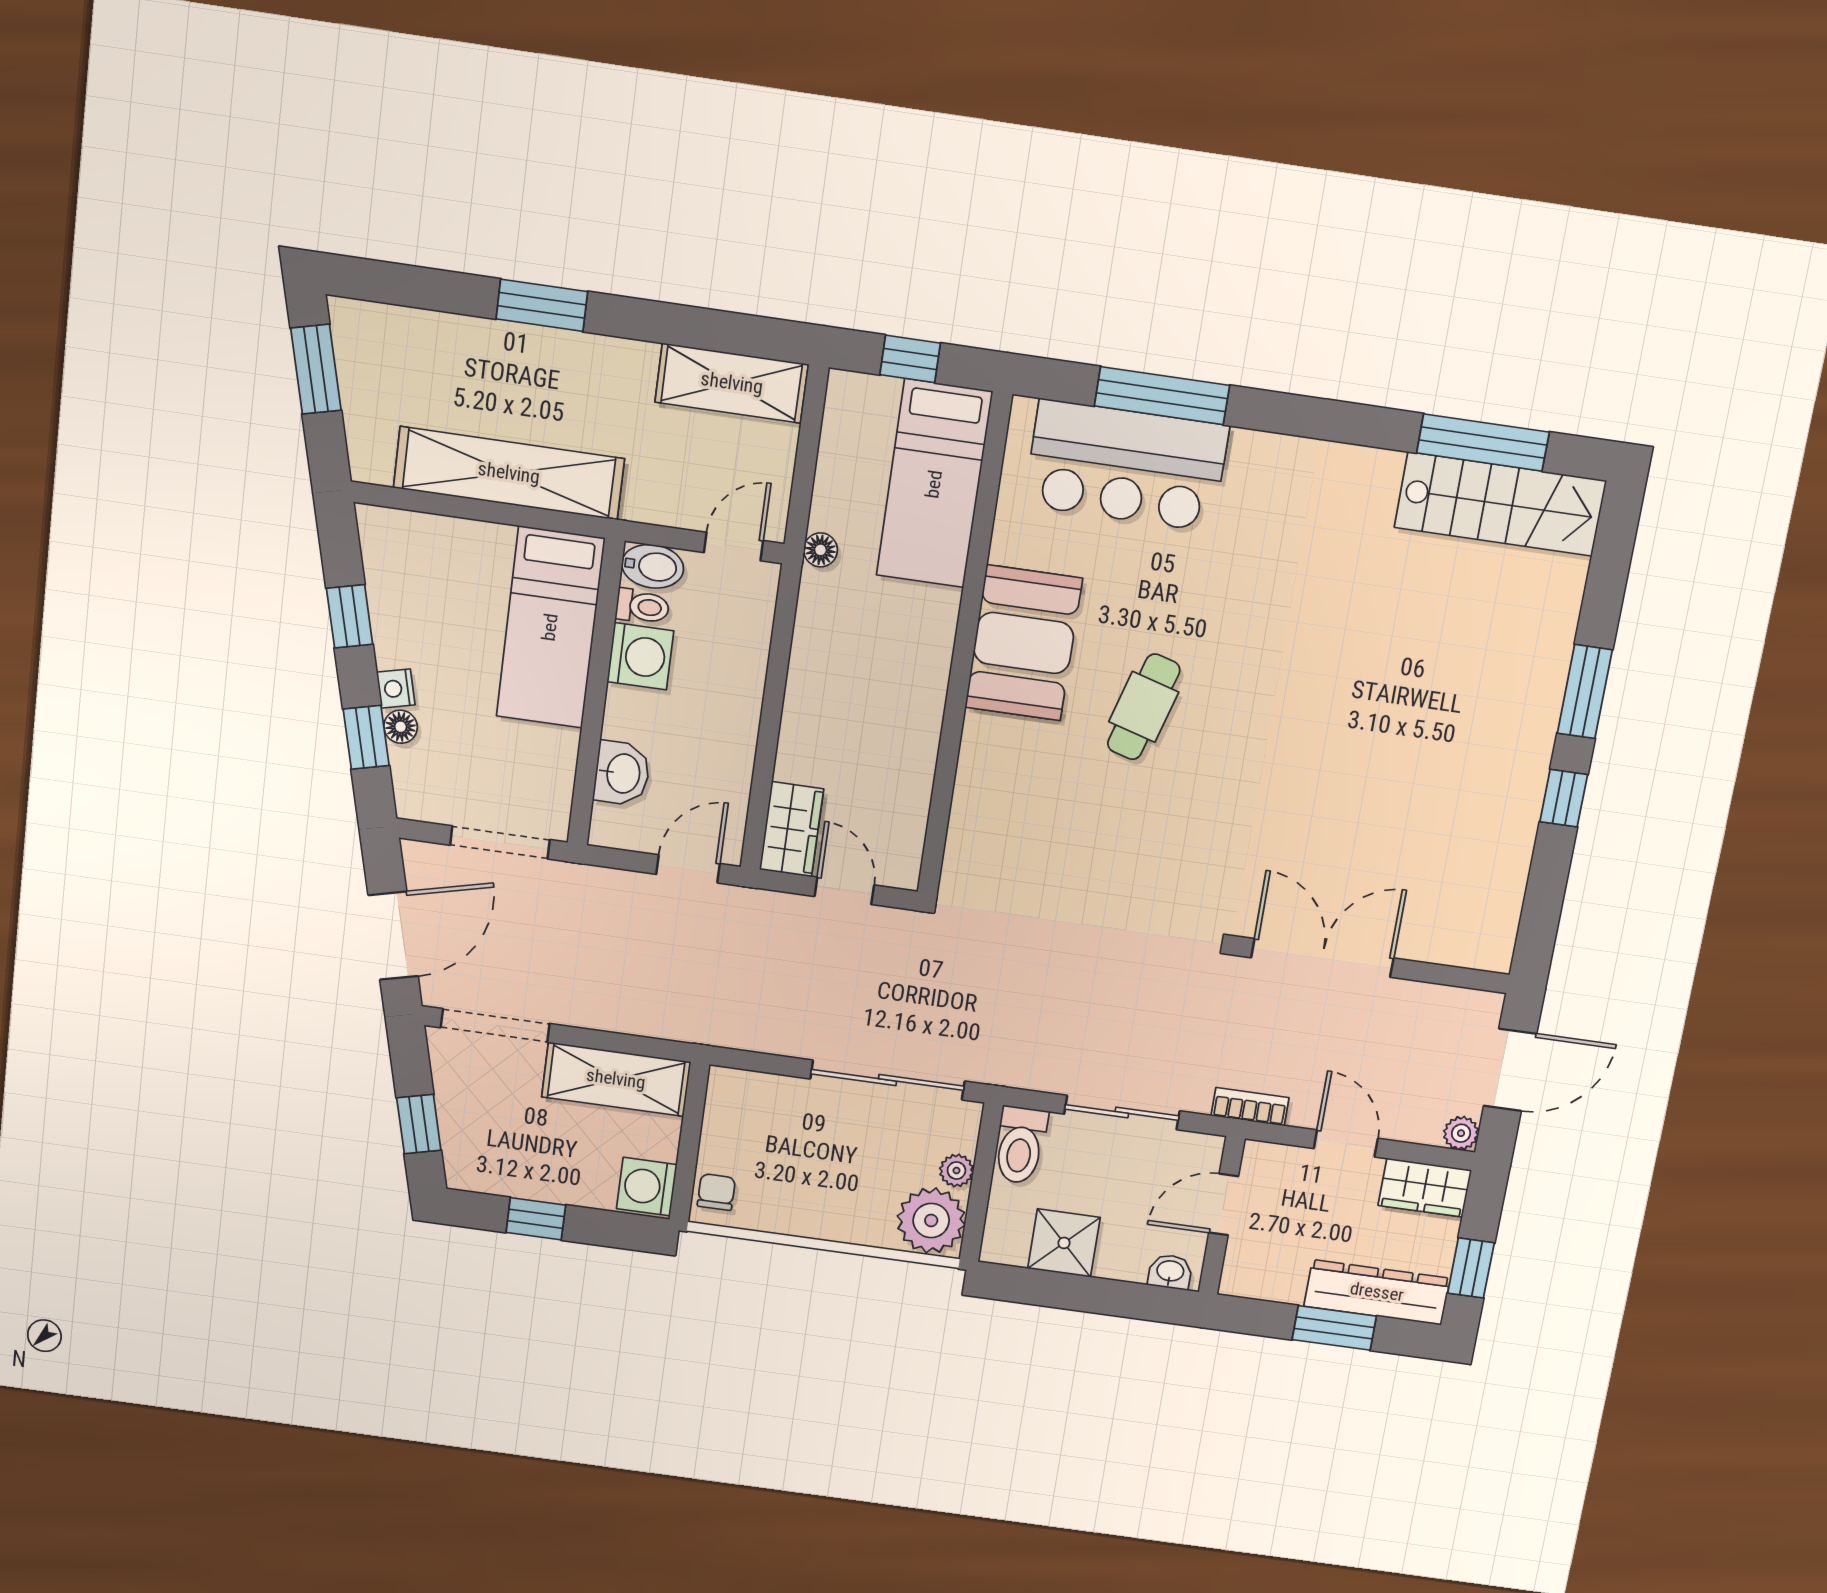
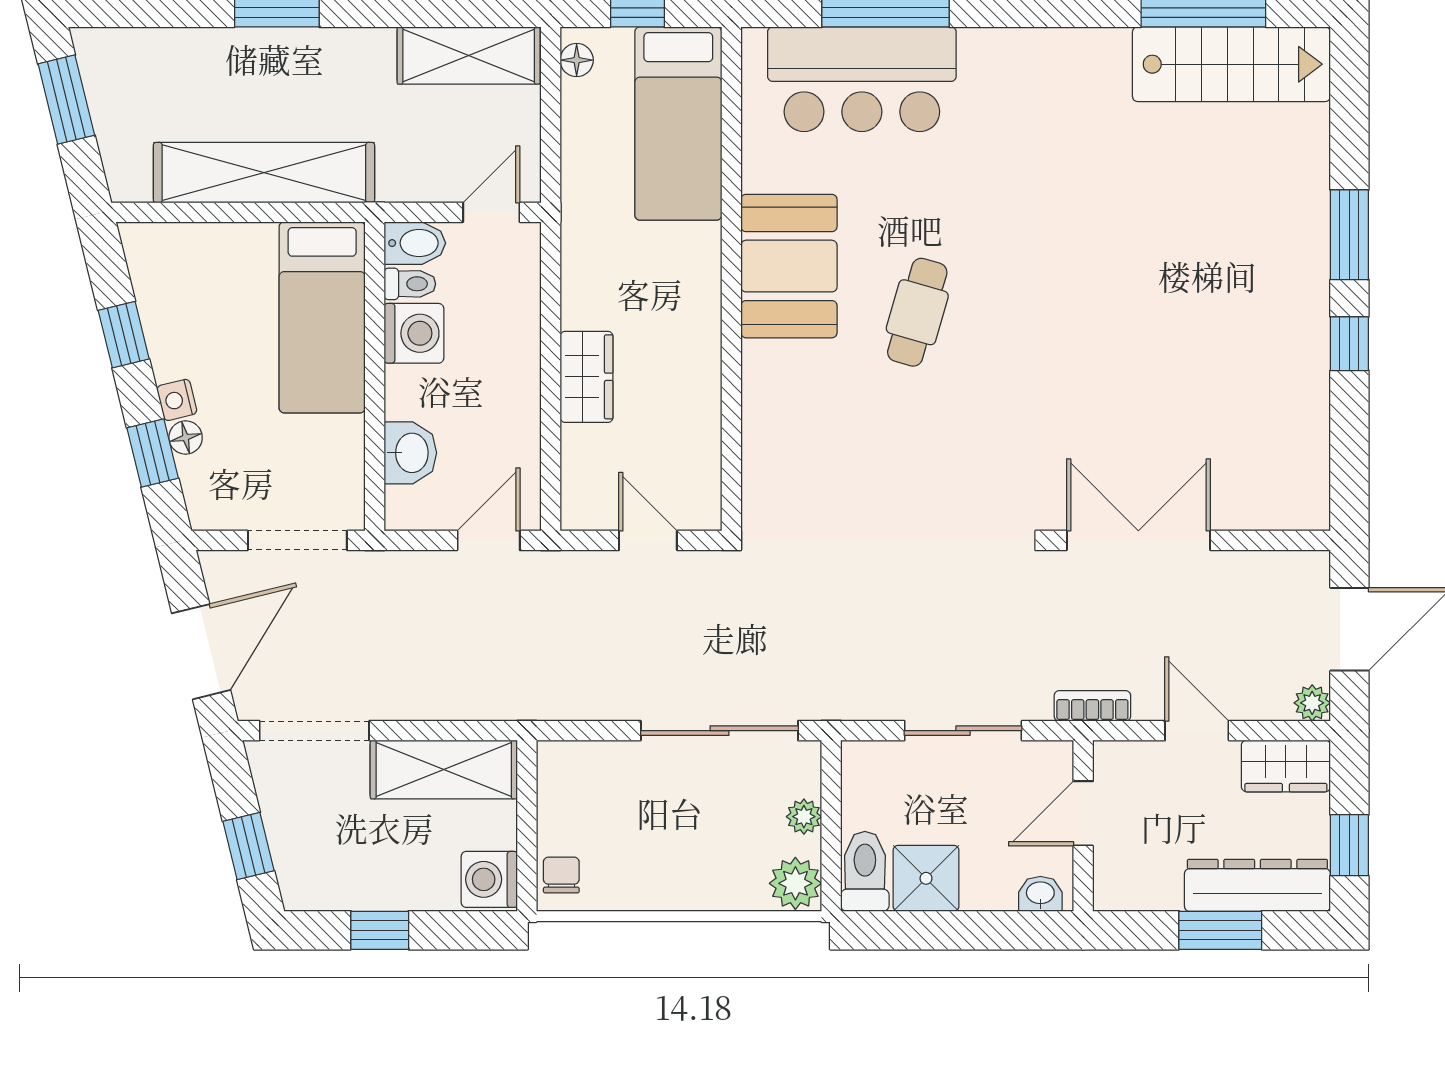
floor lamp: (820, 550) -> (577, 60), moved
wardrobe: (792, 829) -> (587, 377), moved
toilet: (1020, 1145) -> (865, 871), moved, turned 180
plant: (931, 1220) -> (795, 883), width x0.73, depth x0.73

